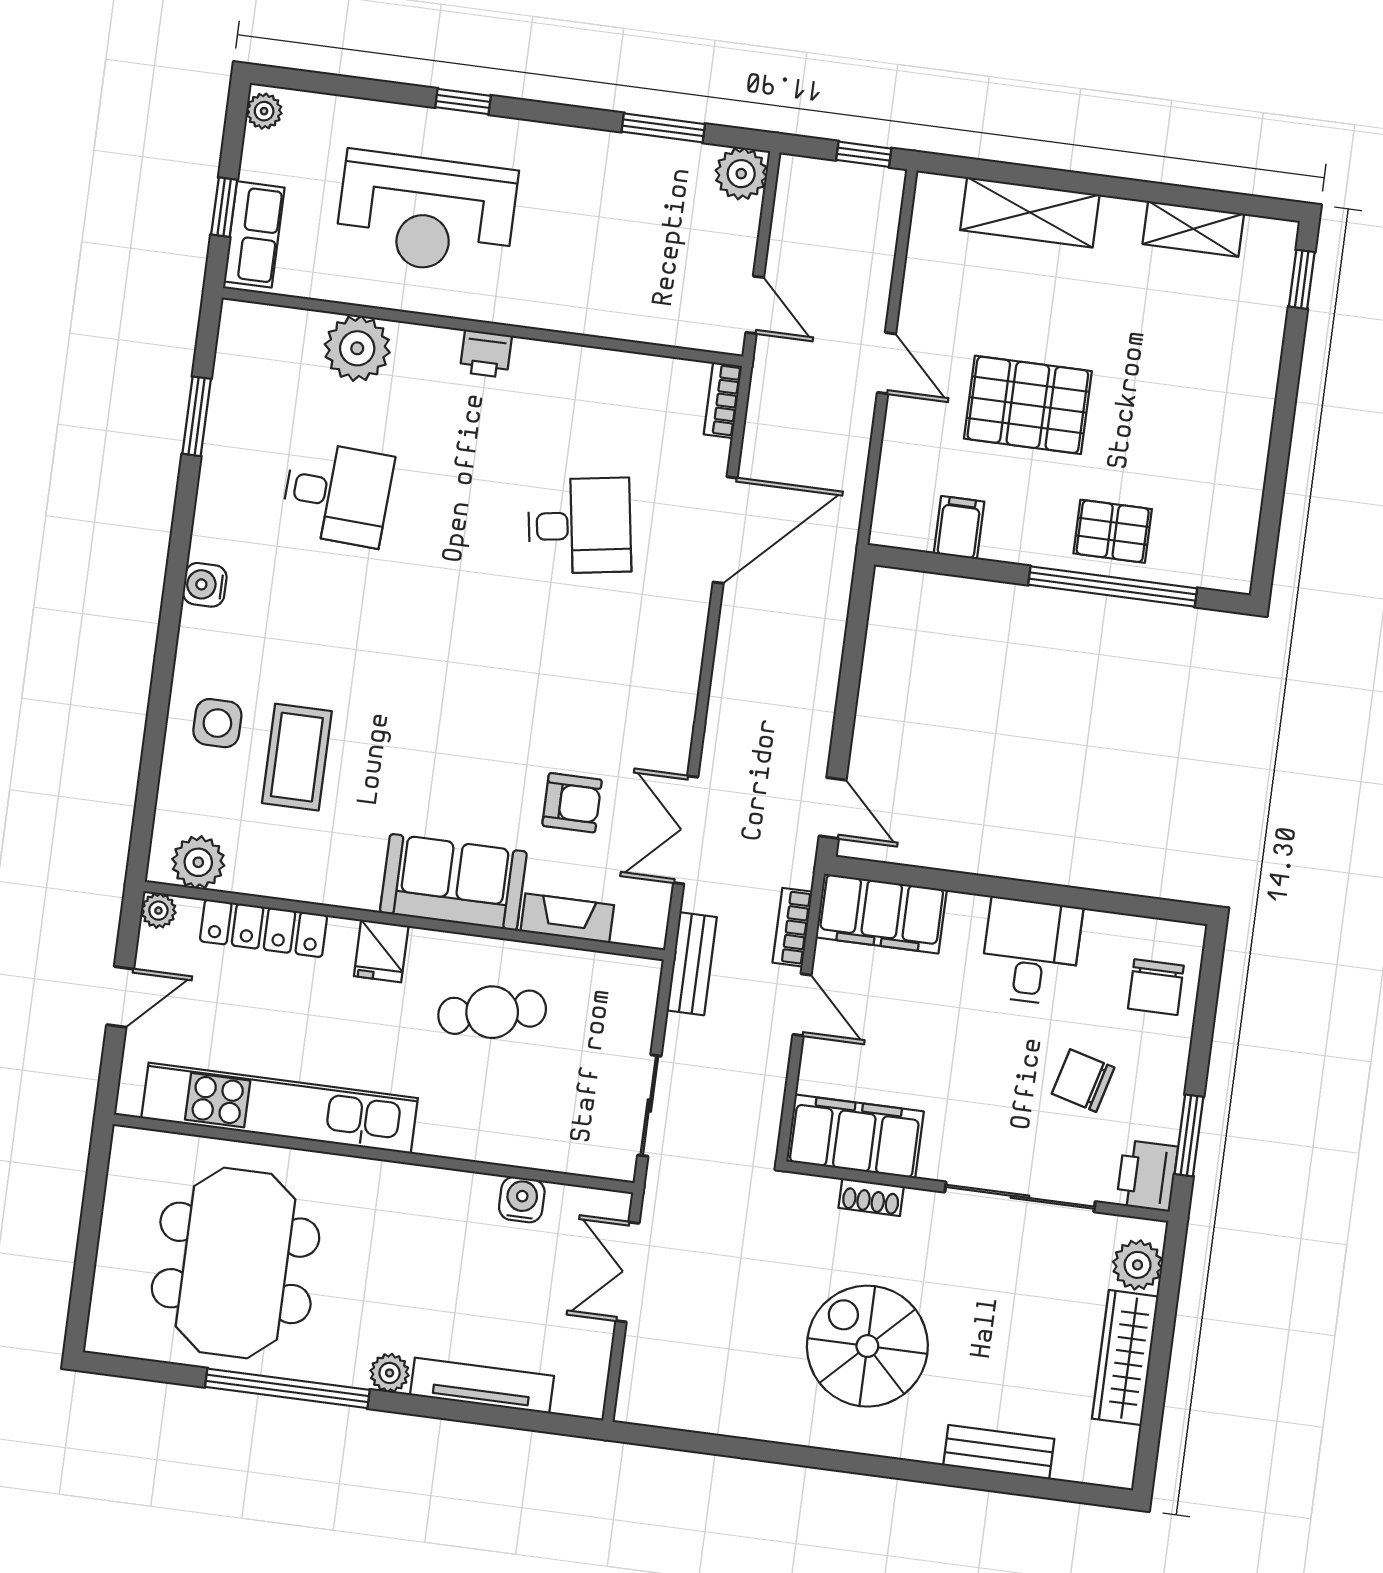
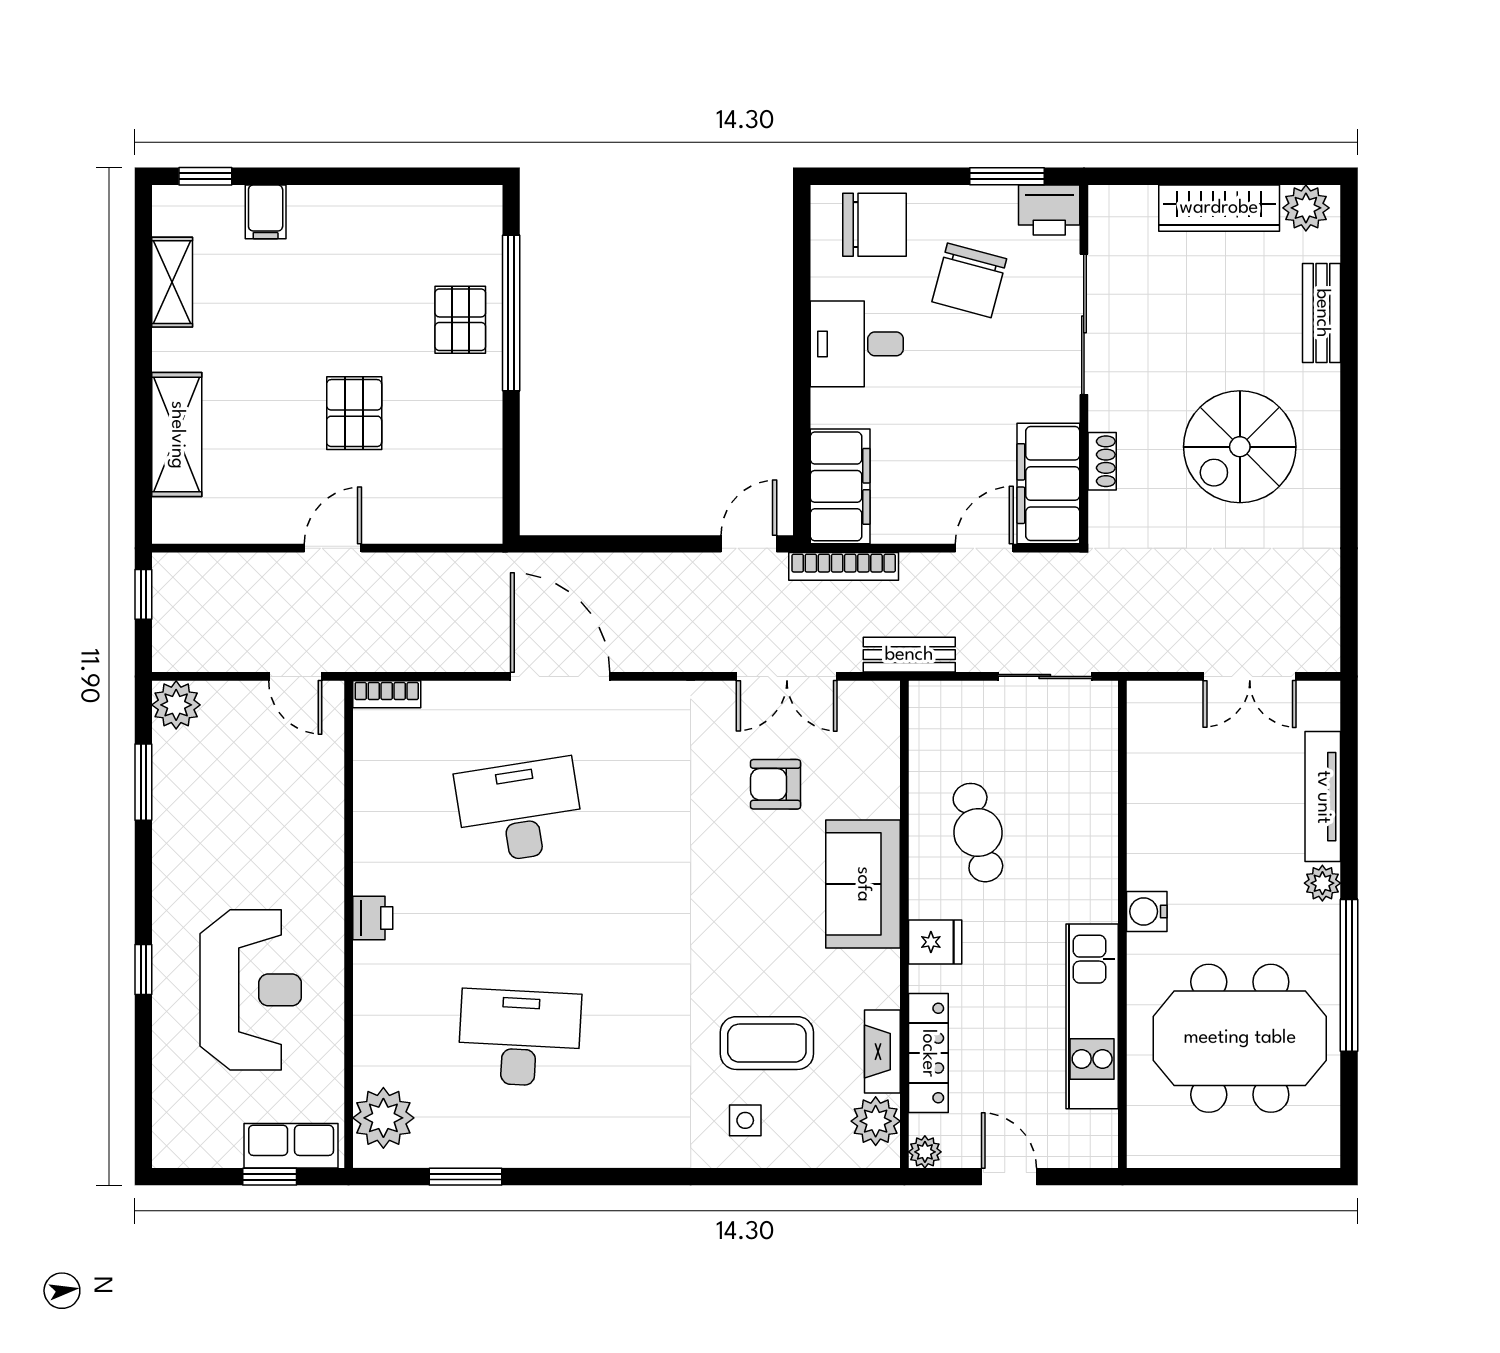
plant: (264, 111) -> (176, 1152), removed
door: (755, 305) -> (295, 676), swing flipped
plant: (357, 348) -> (383, 1118), moved
pallet: (1028, 405) -> (354, 413), width x0.67, depth x0.71
desk: (337, 494) -> (520, 1038), width x1.37
desk: (580, 526) -> (520, 811), width x1.37
filing cabinet: (959, 528) -> (266, 212), moved, turned -90
door: (725, 530) -> (560, 676), moved
water cooler: (205, 585) -> (619, 1149), removed
side table: (217, 723) -> (745, 1120), width x0.73, depth x0.73
armchair: (572, 803) -> (776, 784), turned -90
fireplace: (567, 918) -> (882, 1052), moved
bookcase: (792, 927) -> (844, 566), width x1.56
chair: (1156, 987) -> (875, 225), width x1.37, depth x1.37
door: (802, 1005) -> (984, 548), moved
chair: (1083, 1081) -> (969, 280), width x1.37, depth x1.37
kitchen unit: (280, 1108) -> (1092, 1016), width x0.73
water cooler: (522, 1200) -> (1147, 911), moved
plant: (1138, 1265) -> (1306, 208), moved
double door: (627, 1272) -> (1250, 676), moved

